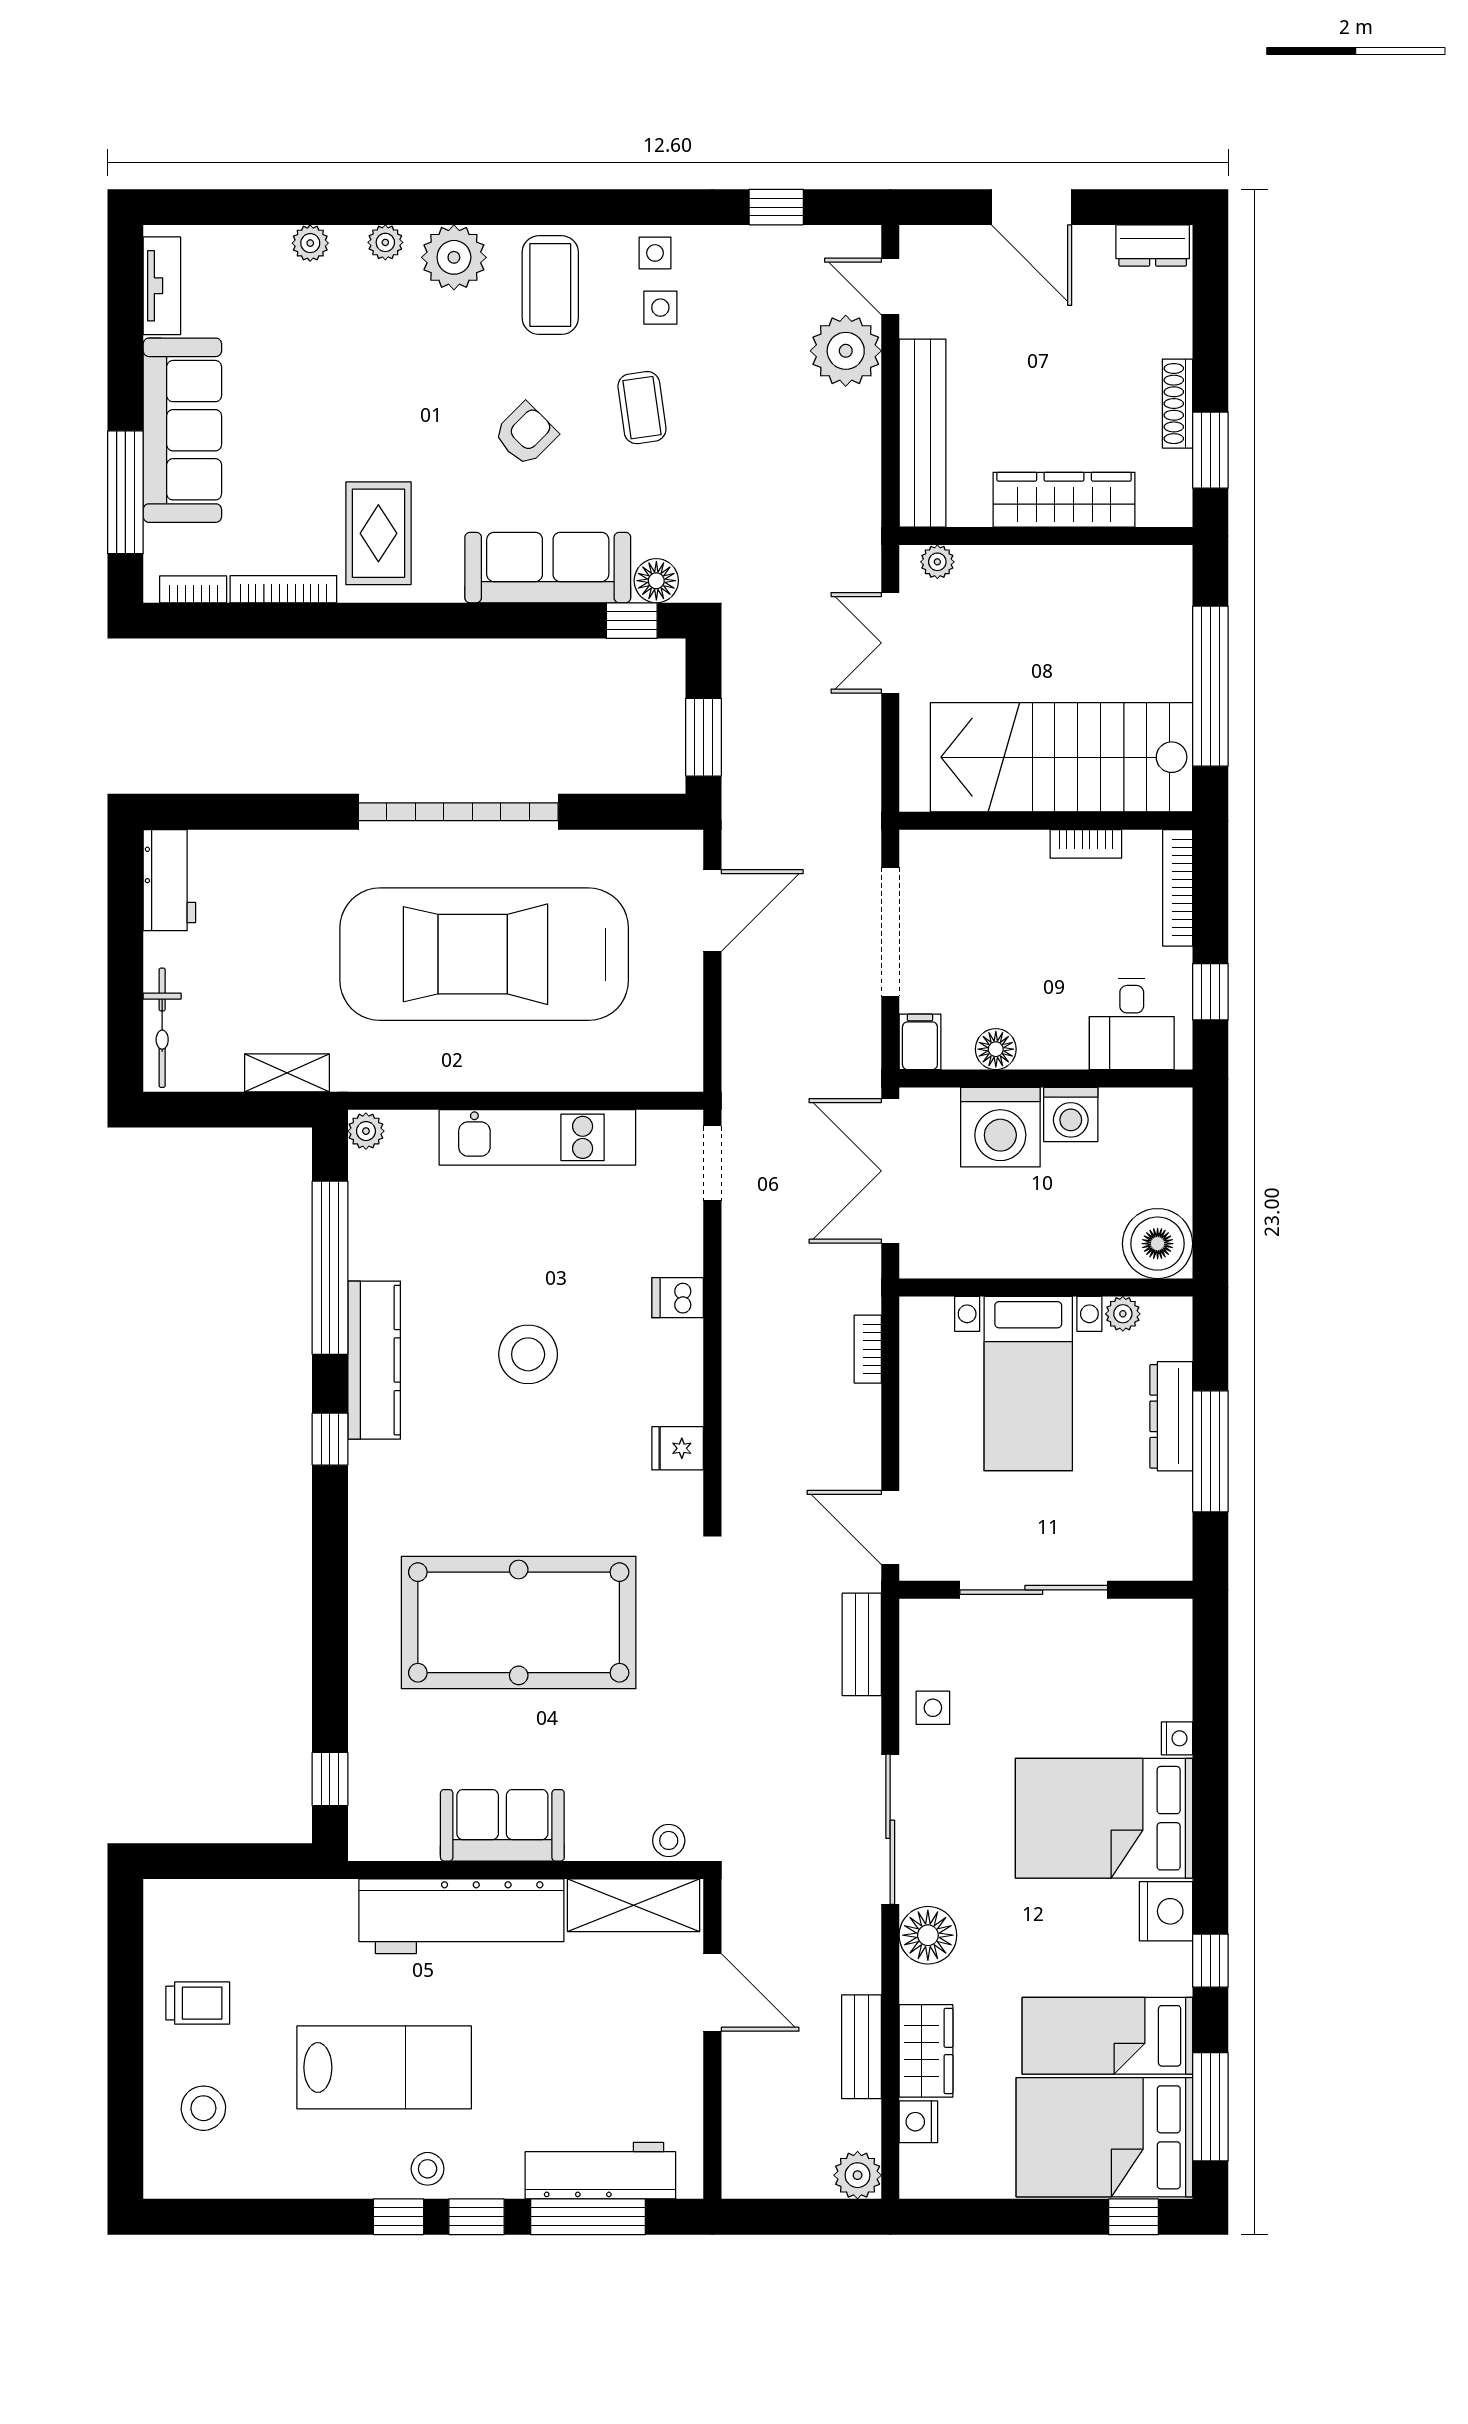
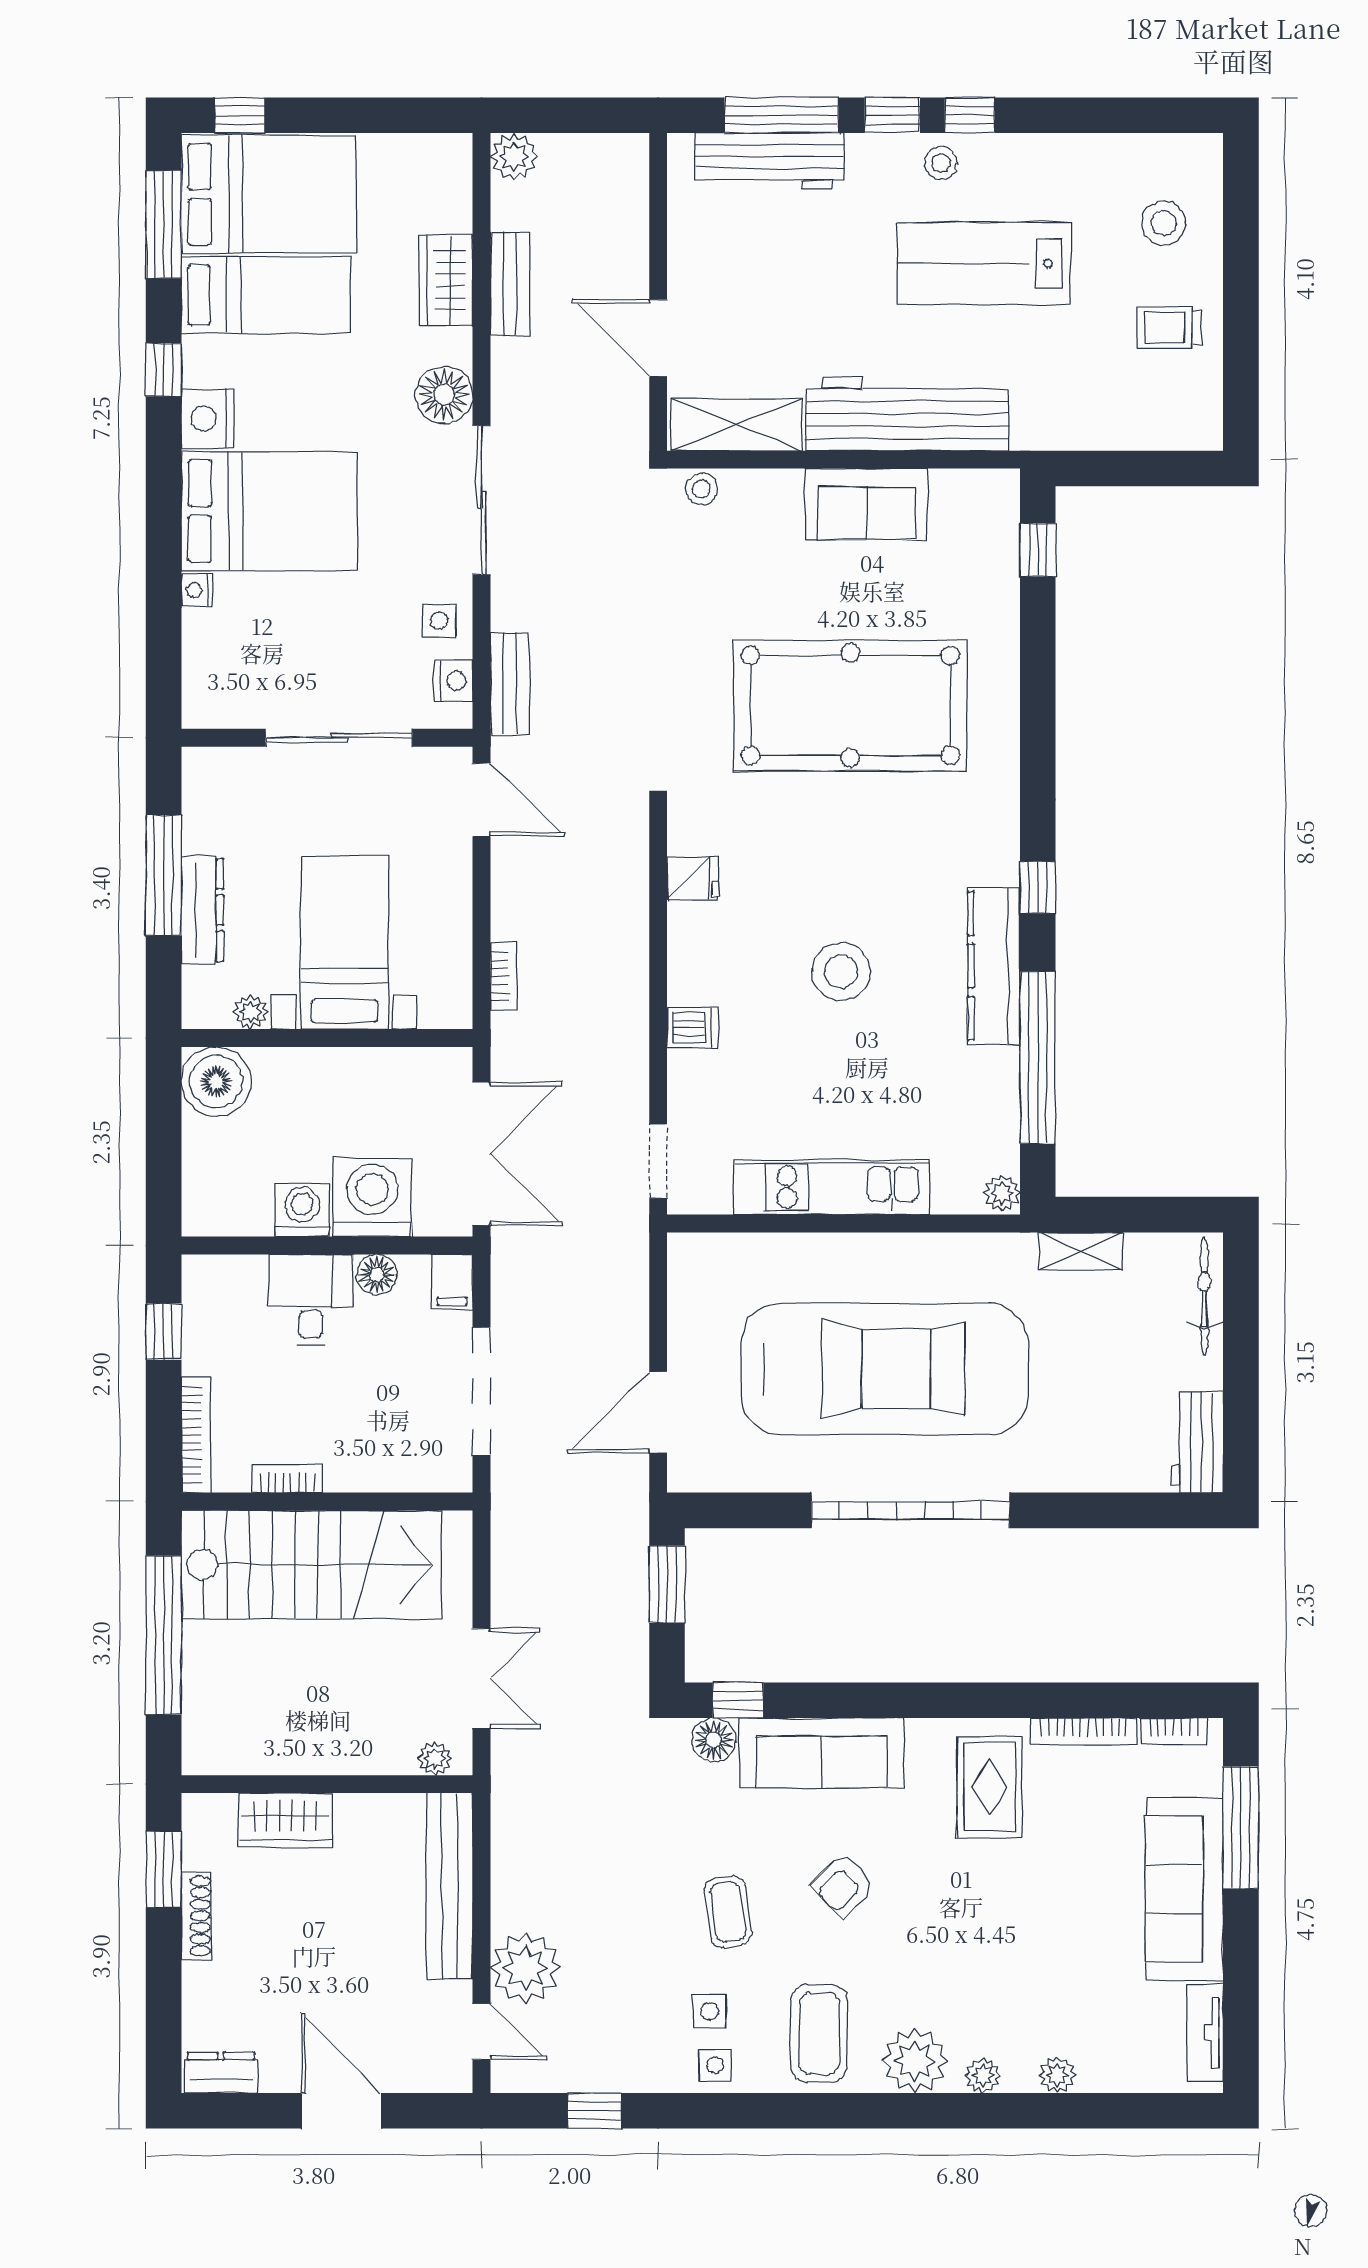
wardrobe: (1064, 500) -> (285, 1820), width x0.67
desk: (1132, 1024) -> (311, 1300), moved
nightstand: (918, 2122) -> (454, 680), moved

